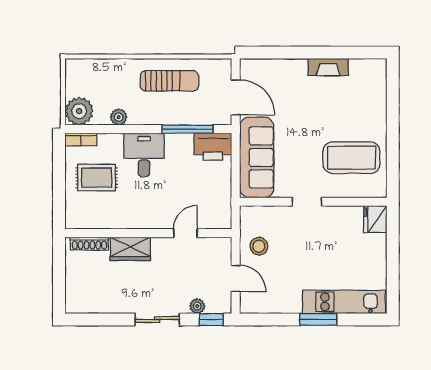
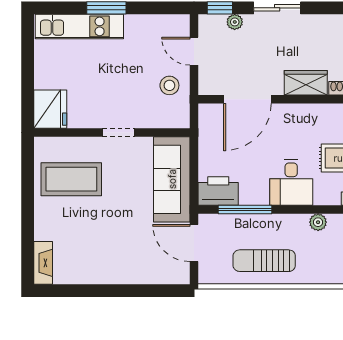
fireplace: (328, 67) -> (43, 263), moved, turned 90
fridge: (375, 219) -> (50, 109), width x1.36, depth x1.34
door: (185, 233) -> (247, 99), width x1.87

